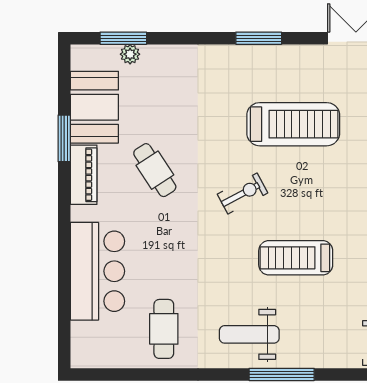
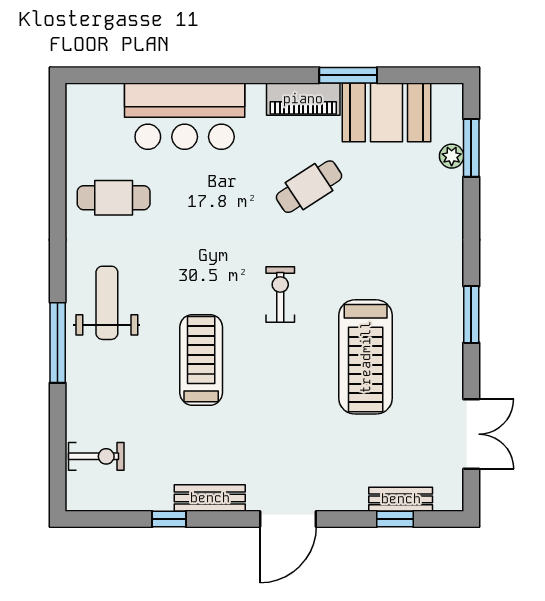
exercise bike: (242, 194) -> (280, 295), turned -152

